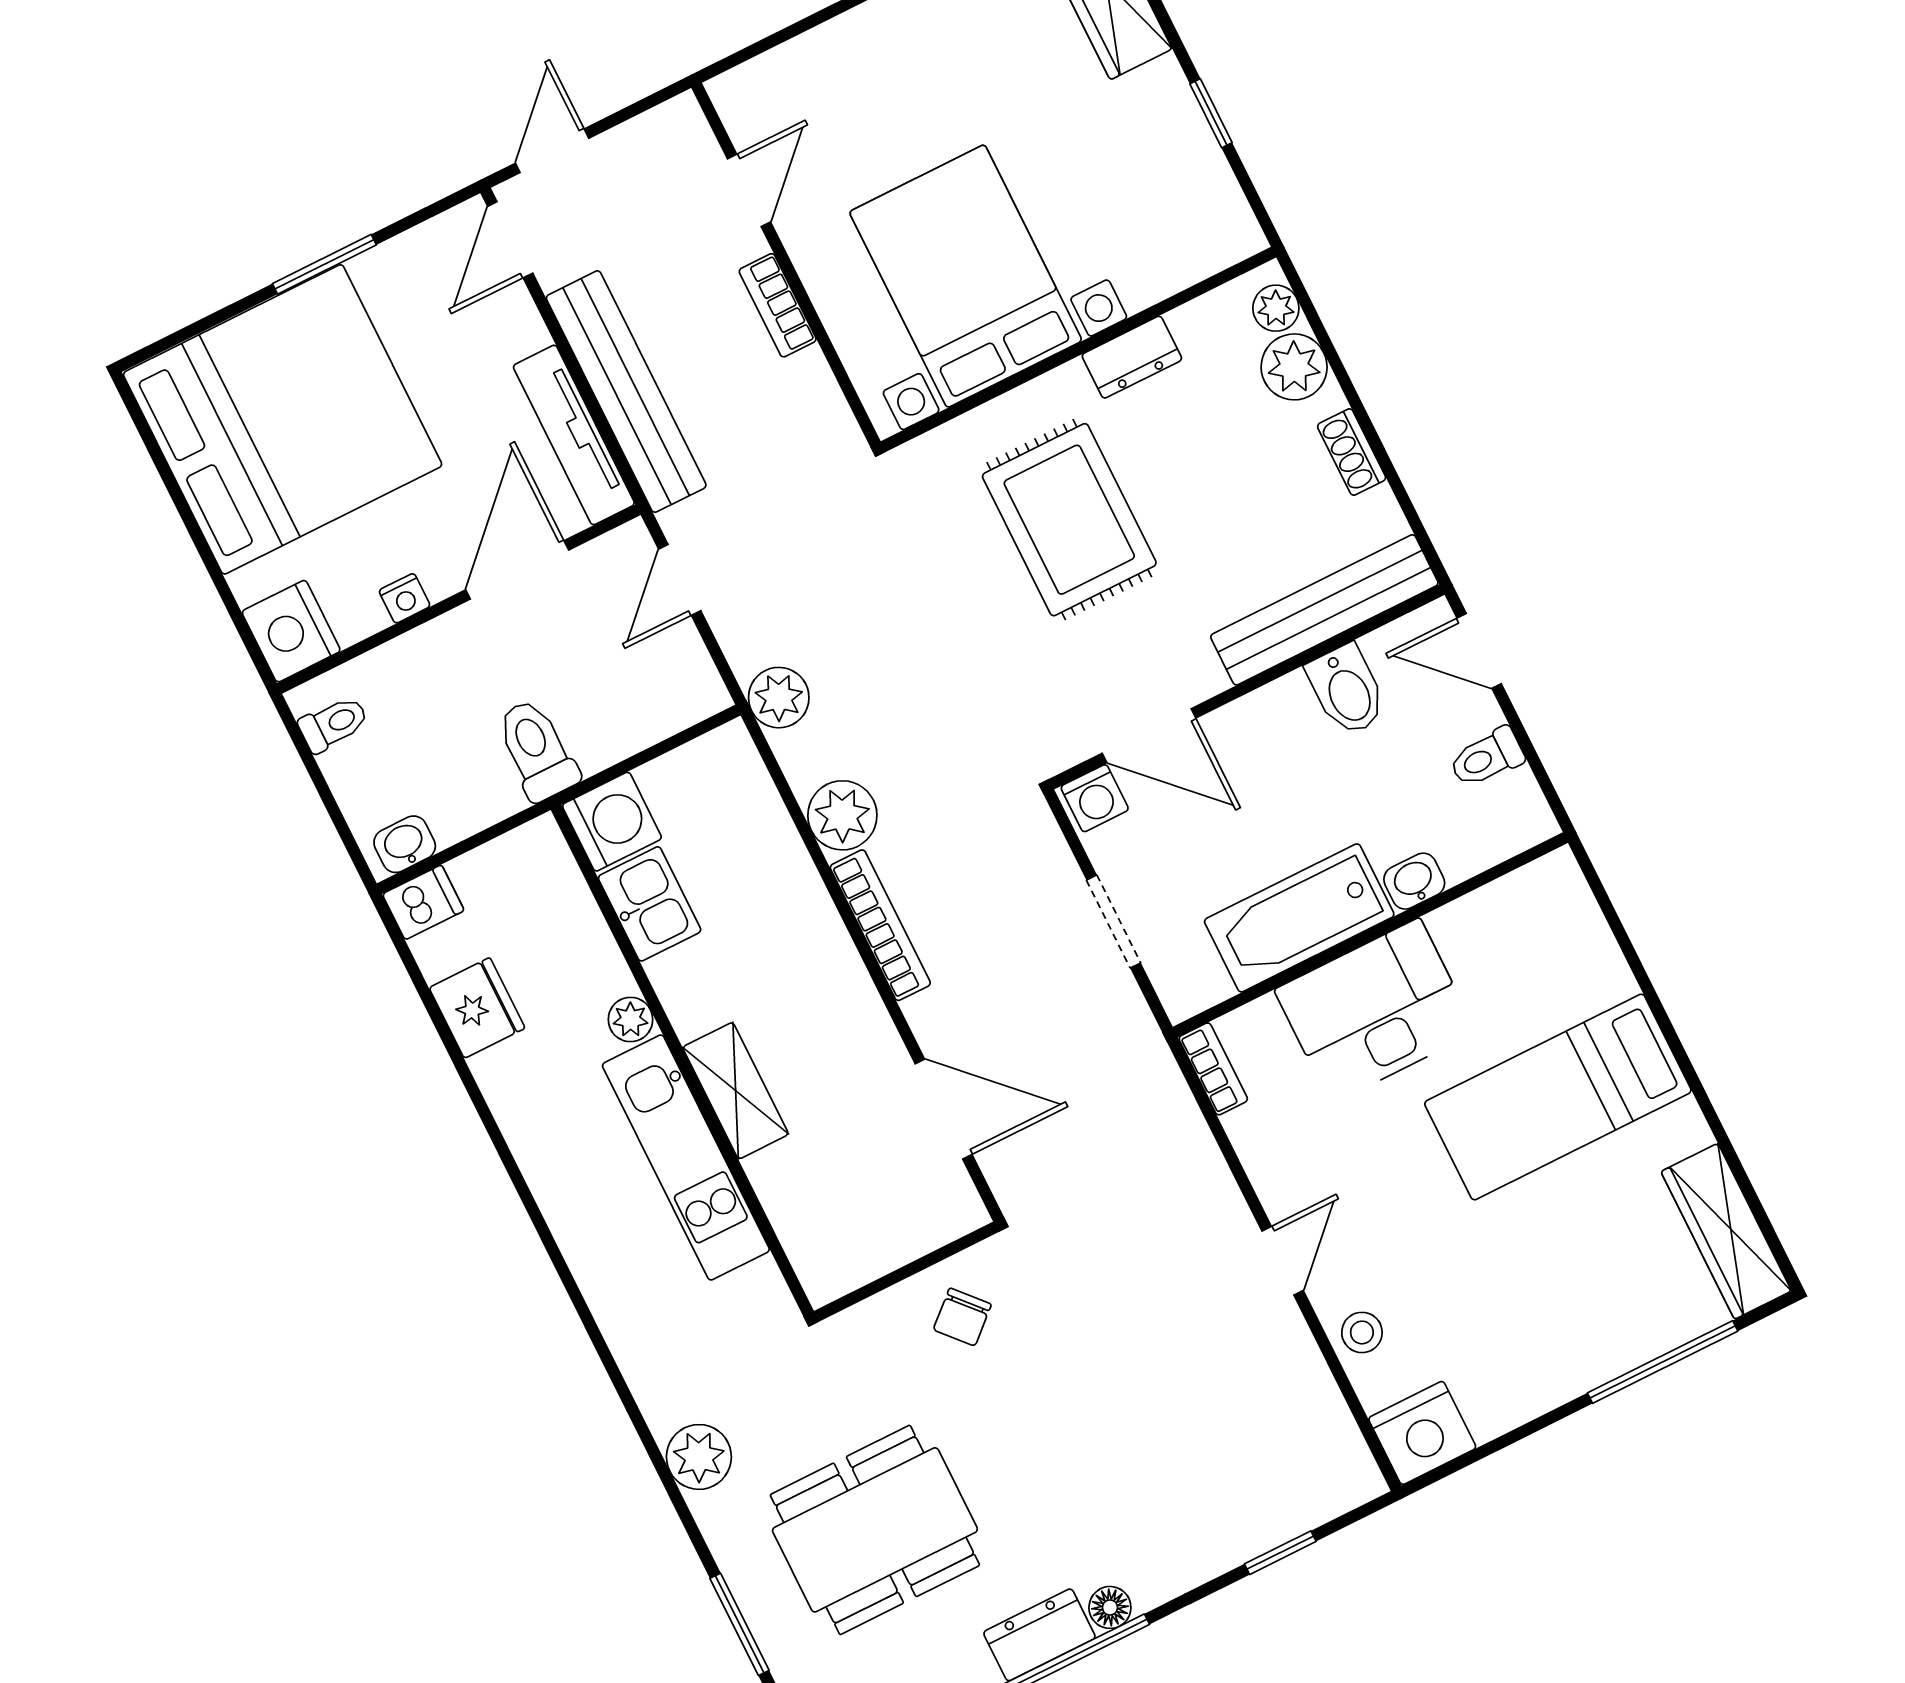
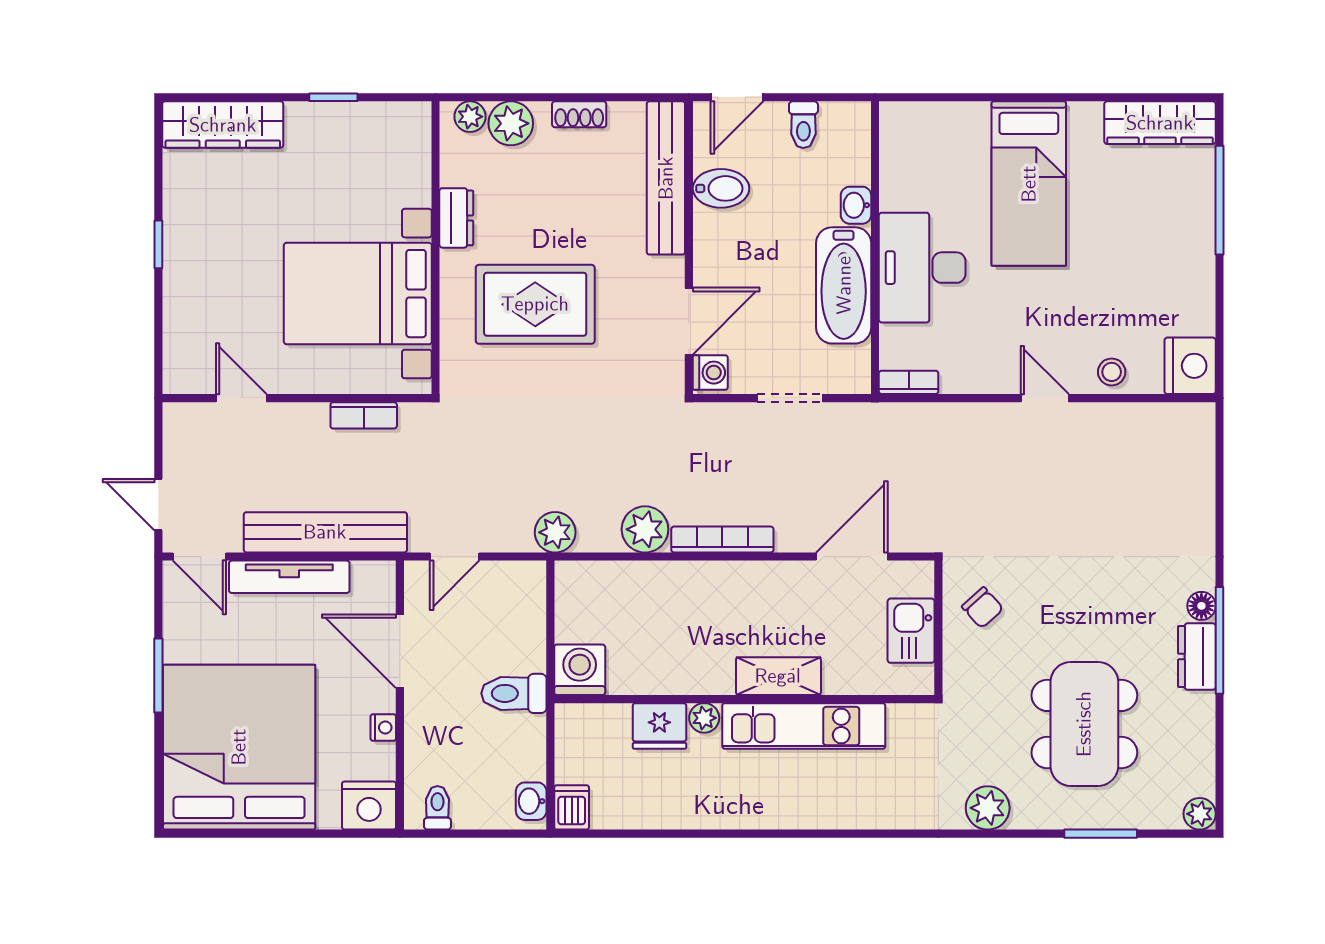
bookcase: (778, 305) -> (364, 415), moved
tv unit: (574, 435) -> (289, 577), moved
door: (680, 580) -> (455, 557), hinge flipped
kitchen sink: (650, 904) -> (911, 631), moved, turned -90
fridge: (477, 1008) -> (659, 726), moved, turned 180
window: (1280, 1553) -> (1220, 487), removed

